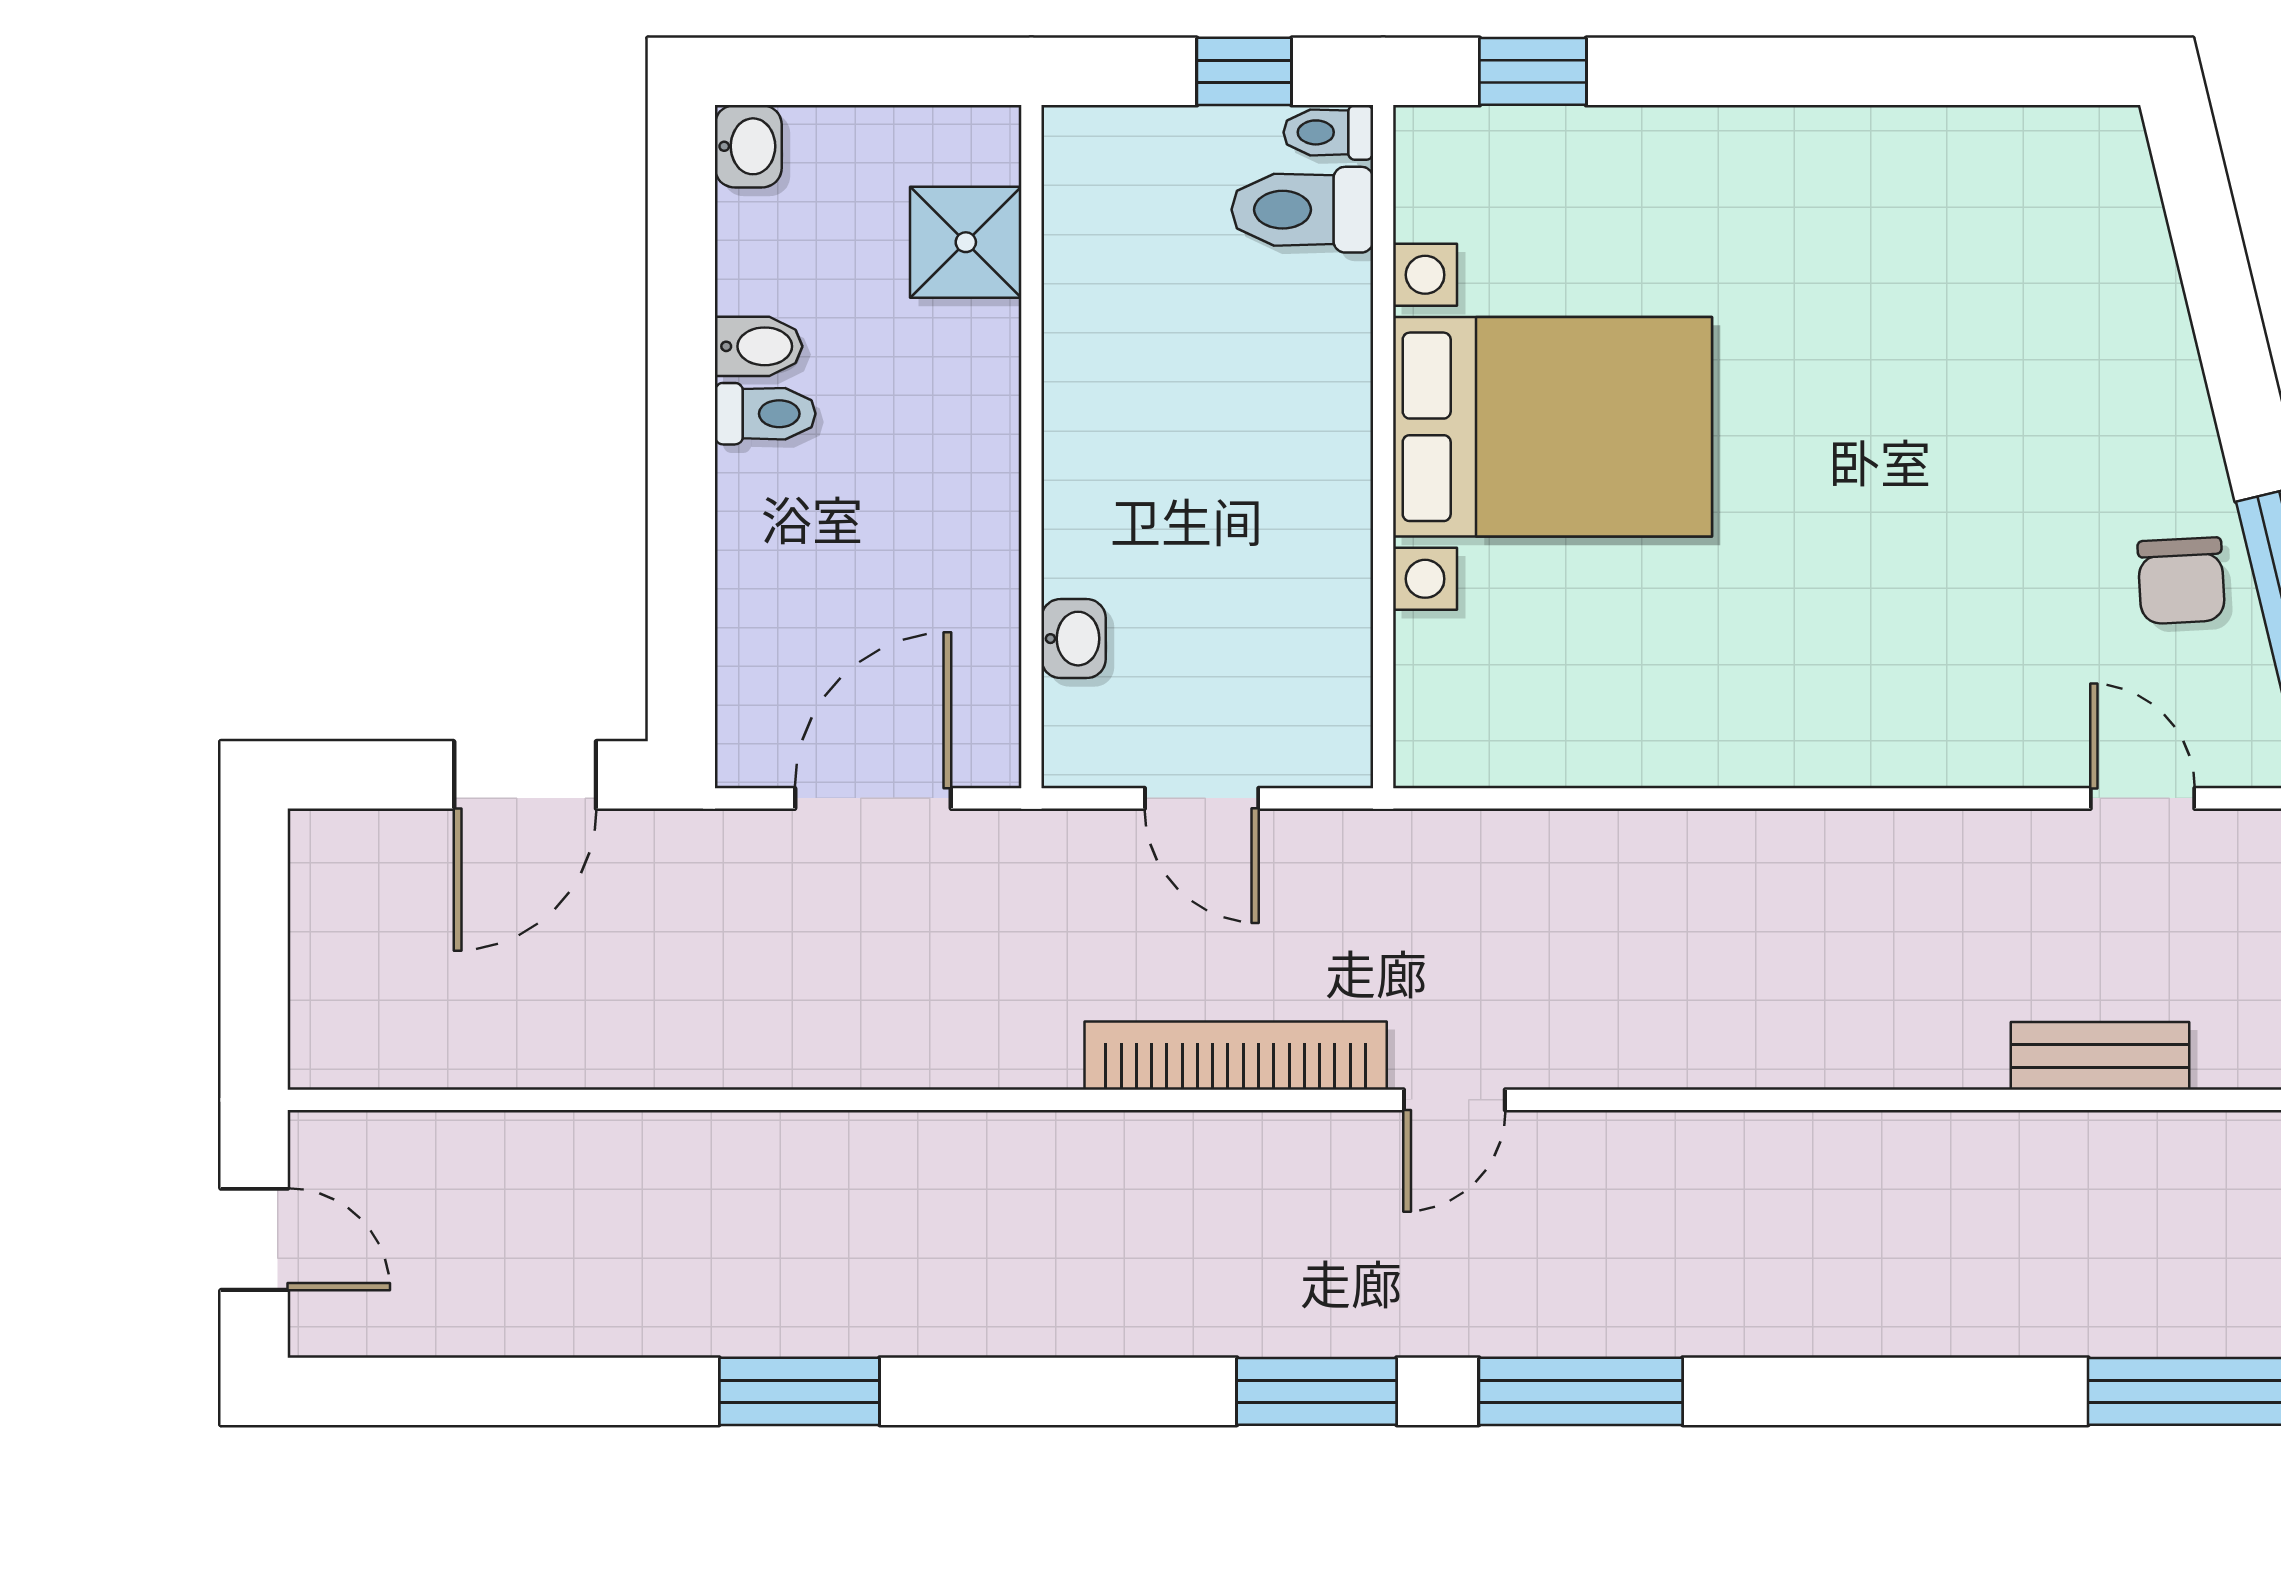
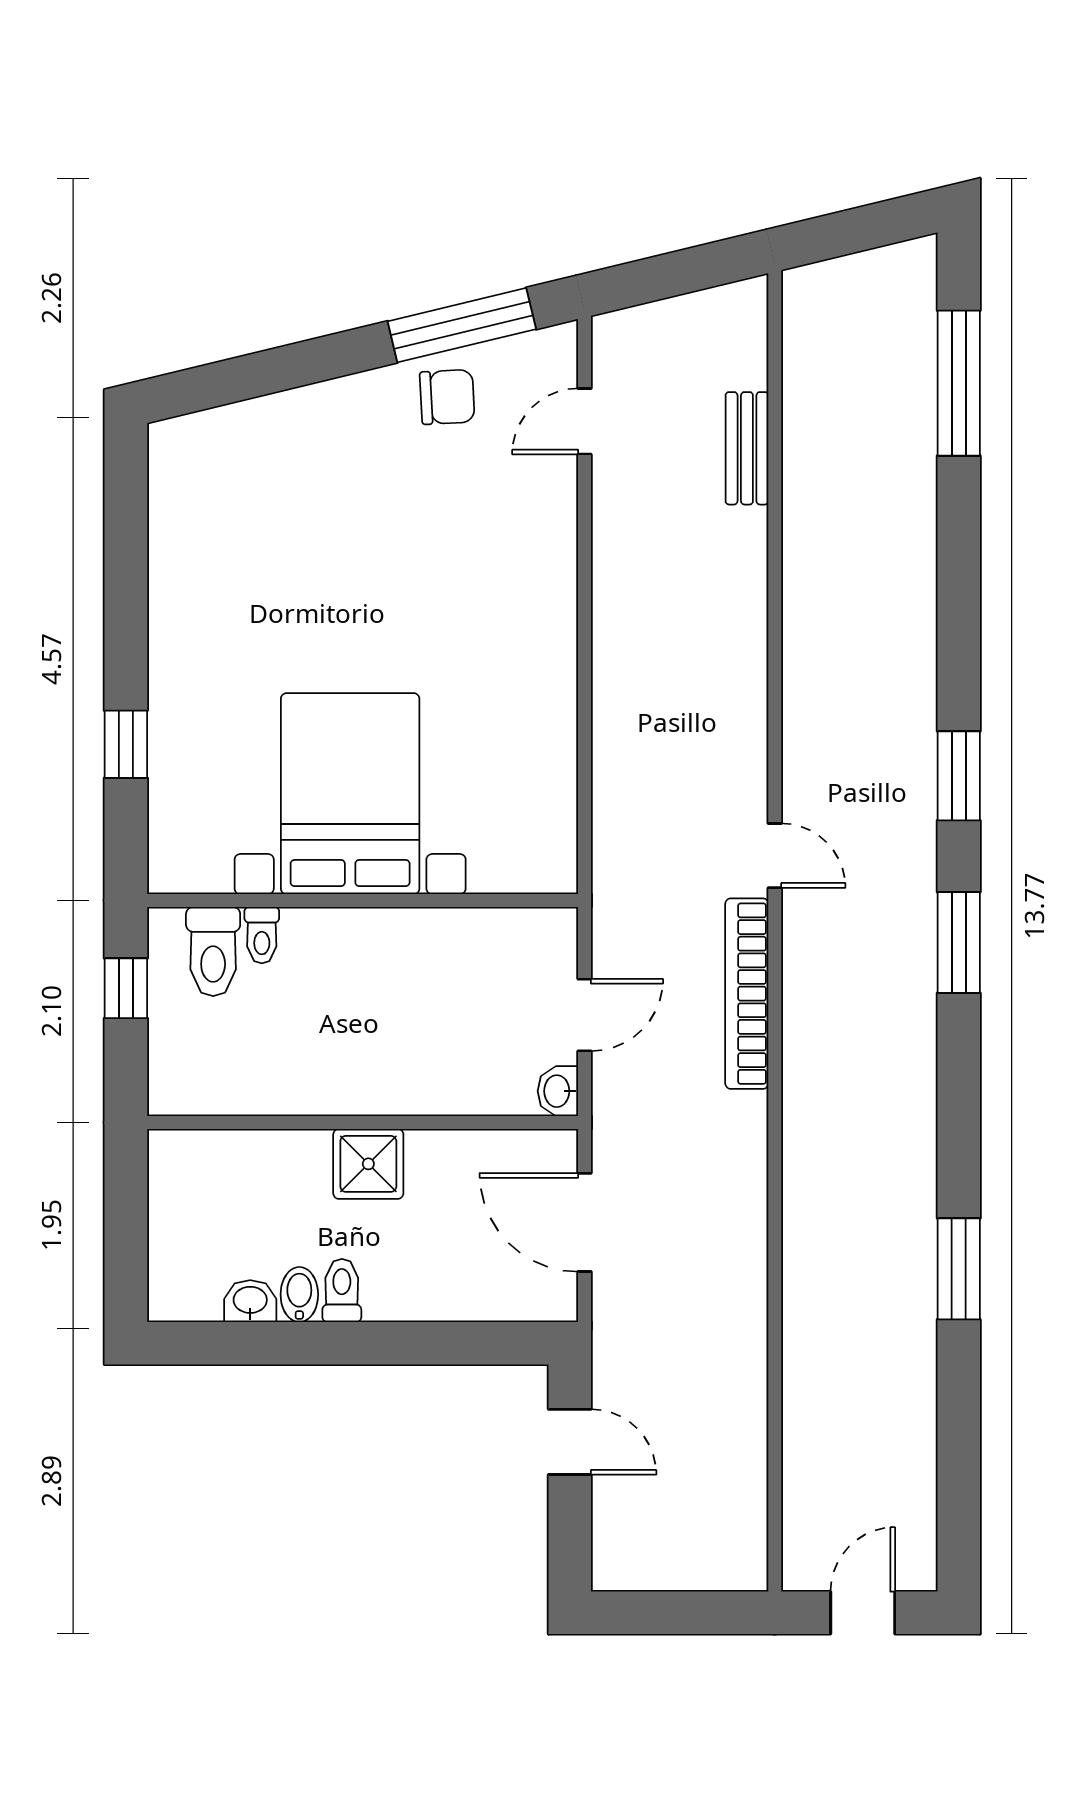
window: (1533, 71) -> (126, 744), moved
toilet: (1328, 132) -> (262, 935), moved
washbasin: (748, 146) -> (250, 1301), moved
shower: (966, 242) -> (368, 1164), moved
washbasin: (1074, 639) -> (558, 1091), moved, turned -90
door: (525, 775) -> (570, 1442), width x0.73
window: (1581, 1391) -> (959, 776), width x0.69

